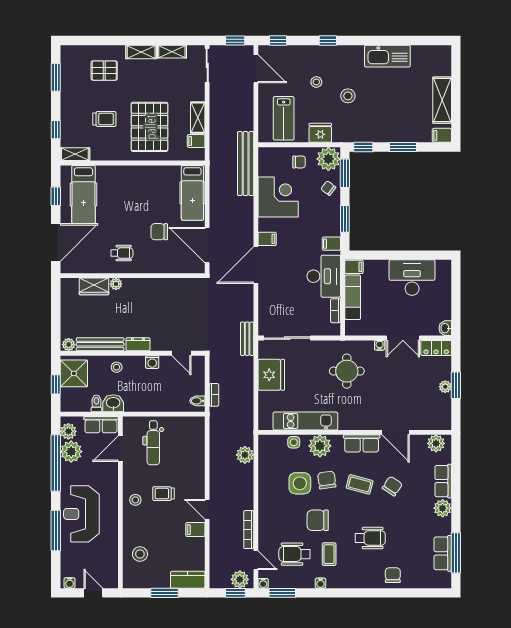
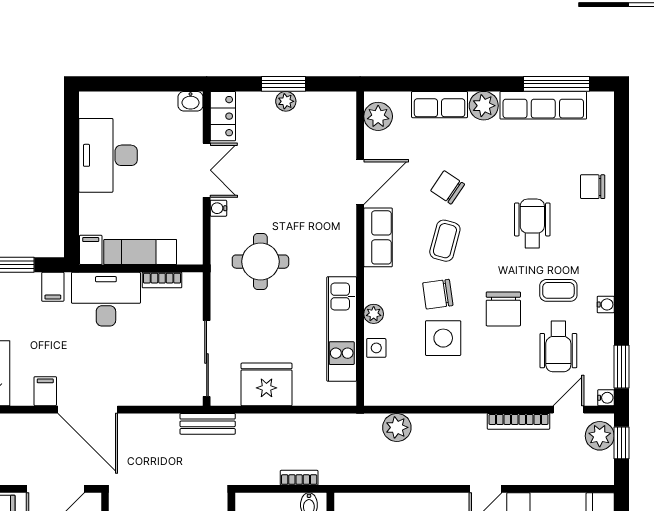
plant: (320, 446) -> (374, 314), width x0.53, depth x0.53
row of seats: (443, 553) -> (543, 105), width x1.48

